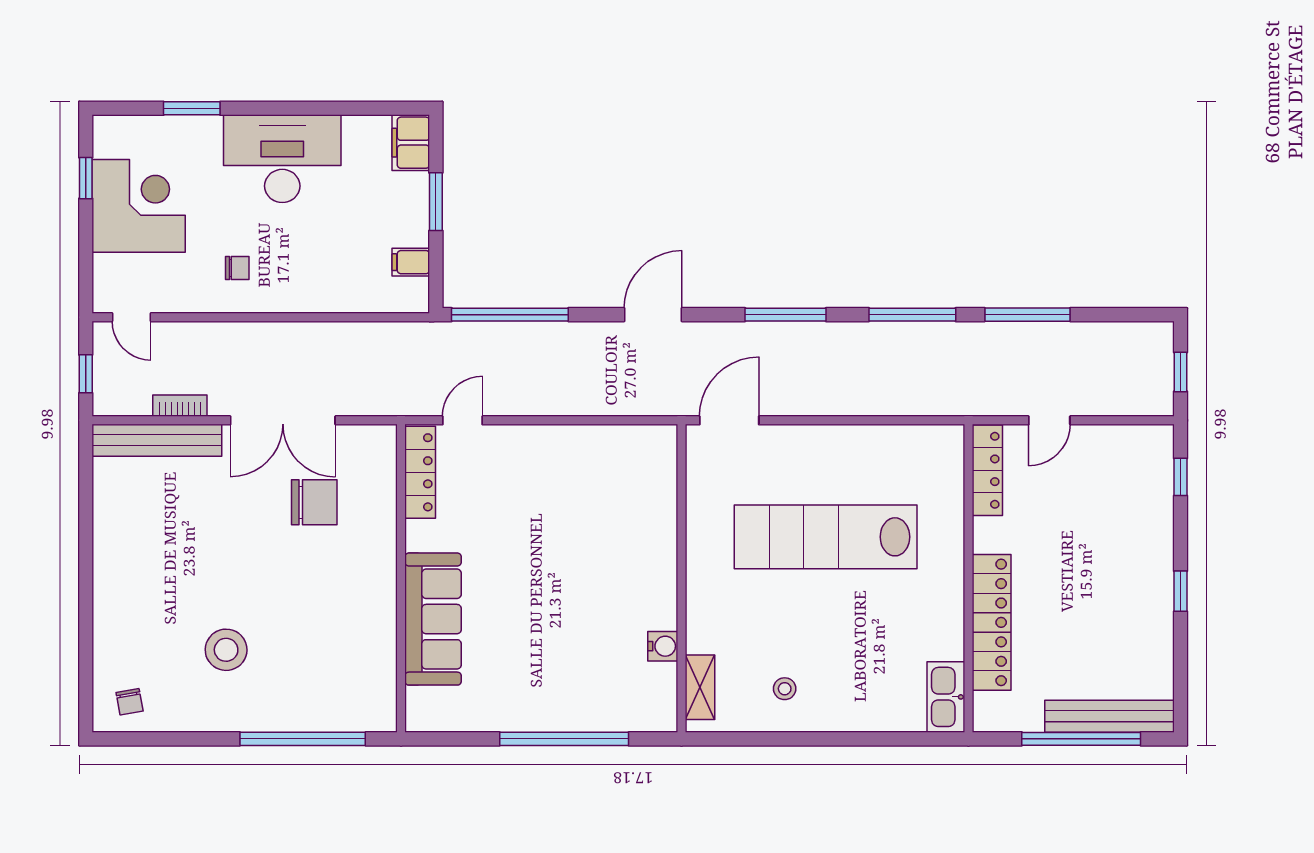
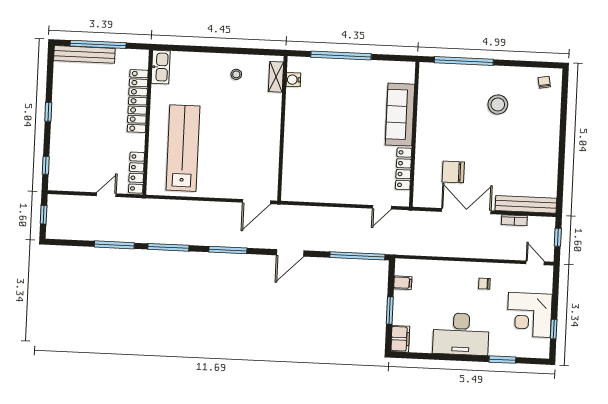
locker: (420, 472) -> (404, 169), moved
lab bench: (826, 537) -> (183, 148), moved, turned -90
water cooler: (663, 646) -> (293, 80), moved

